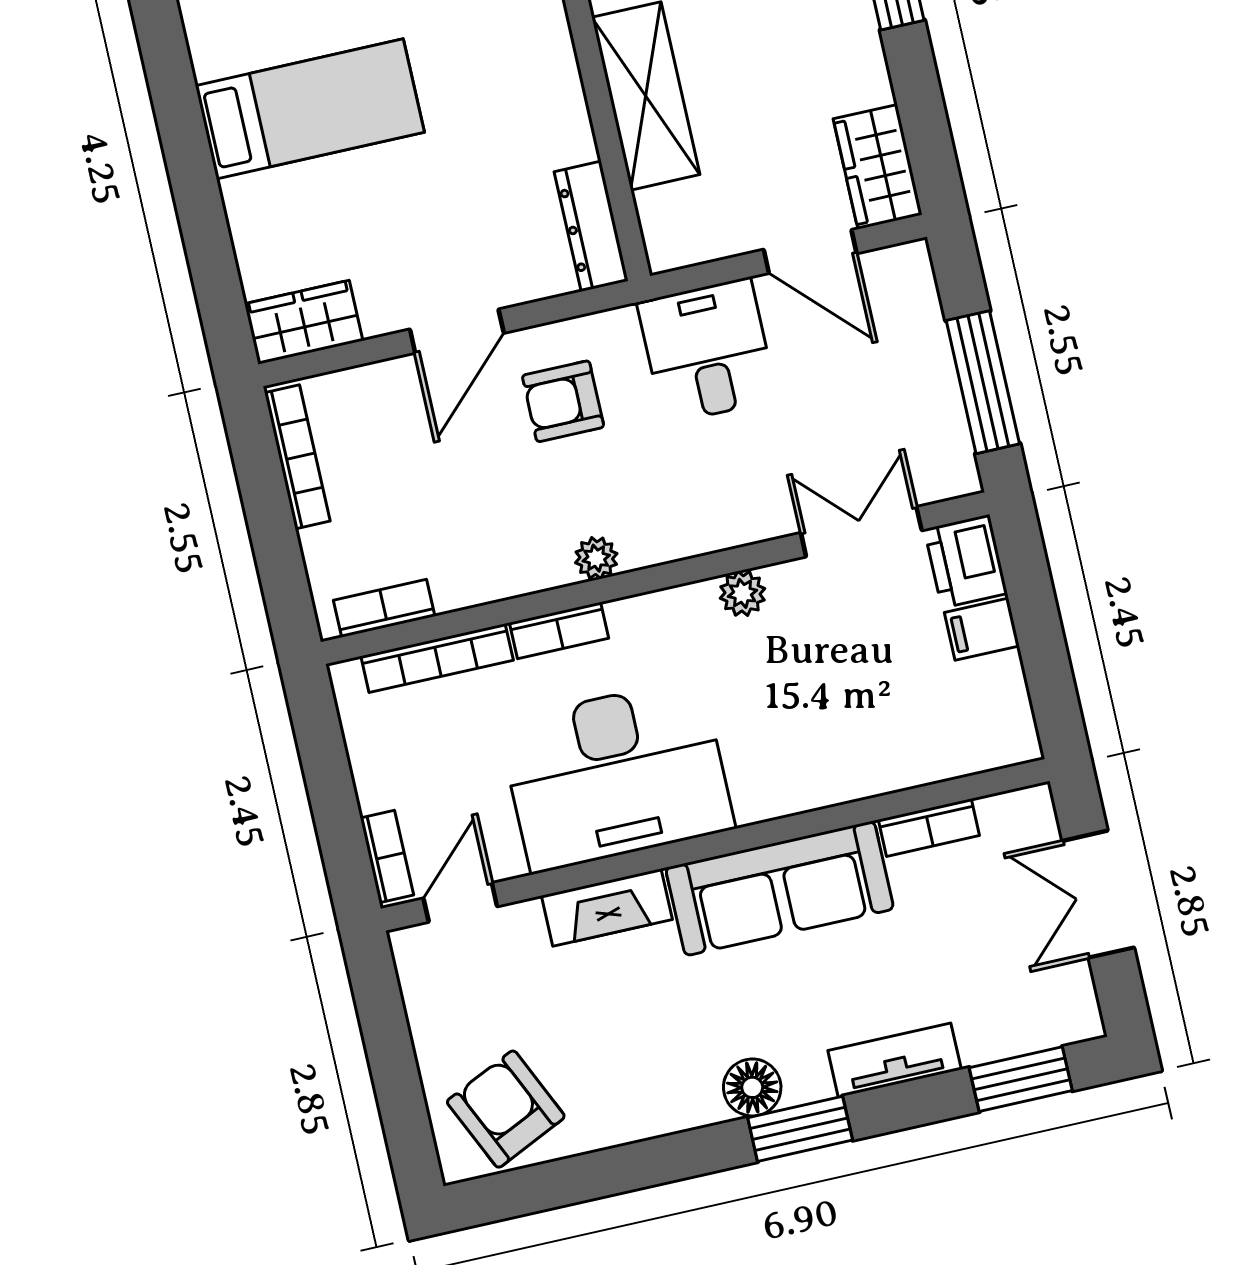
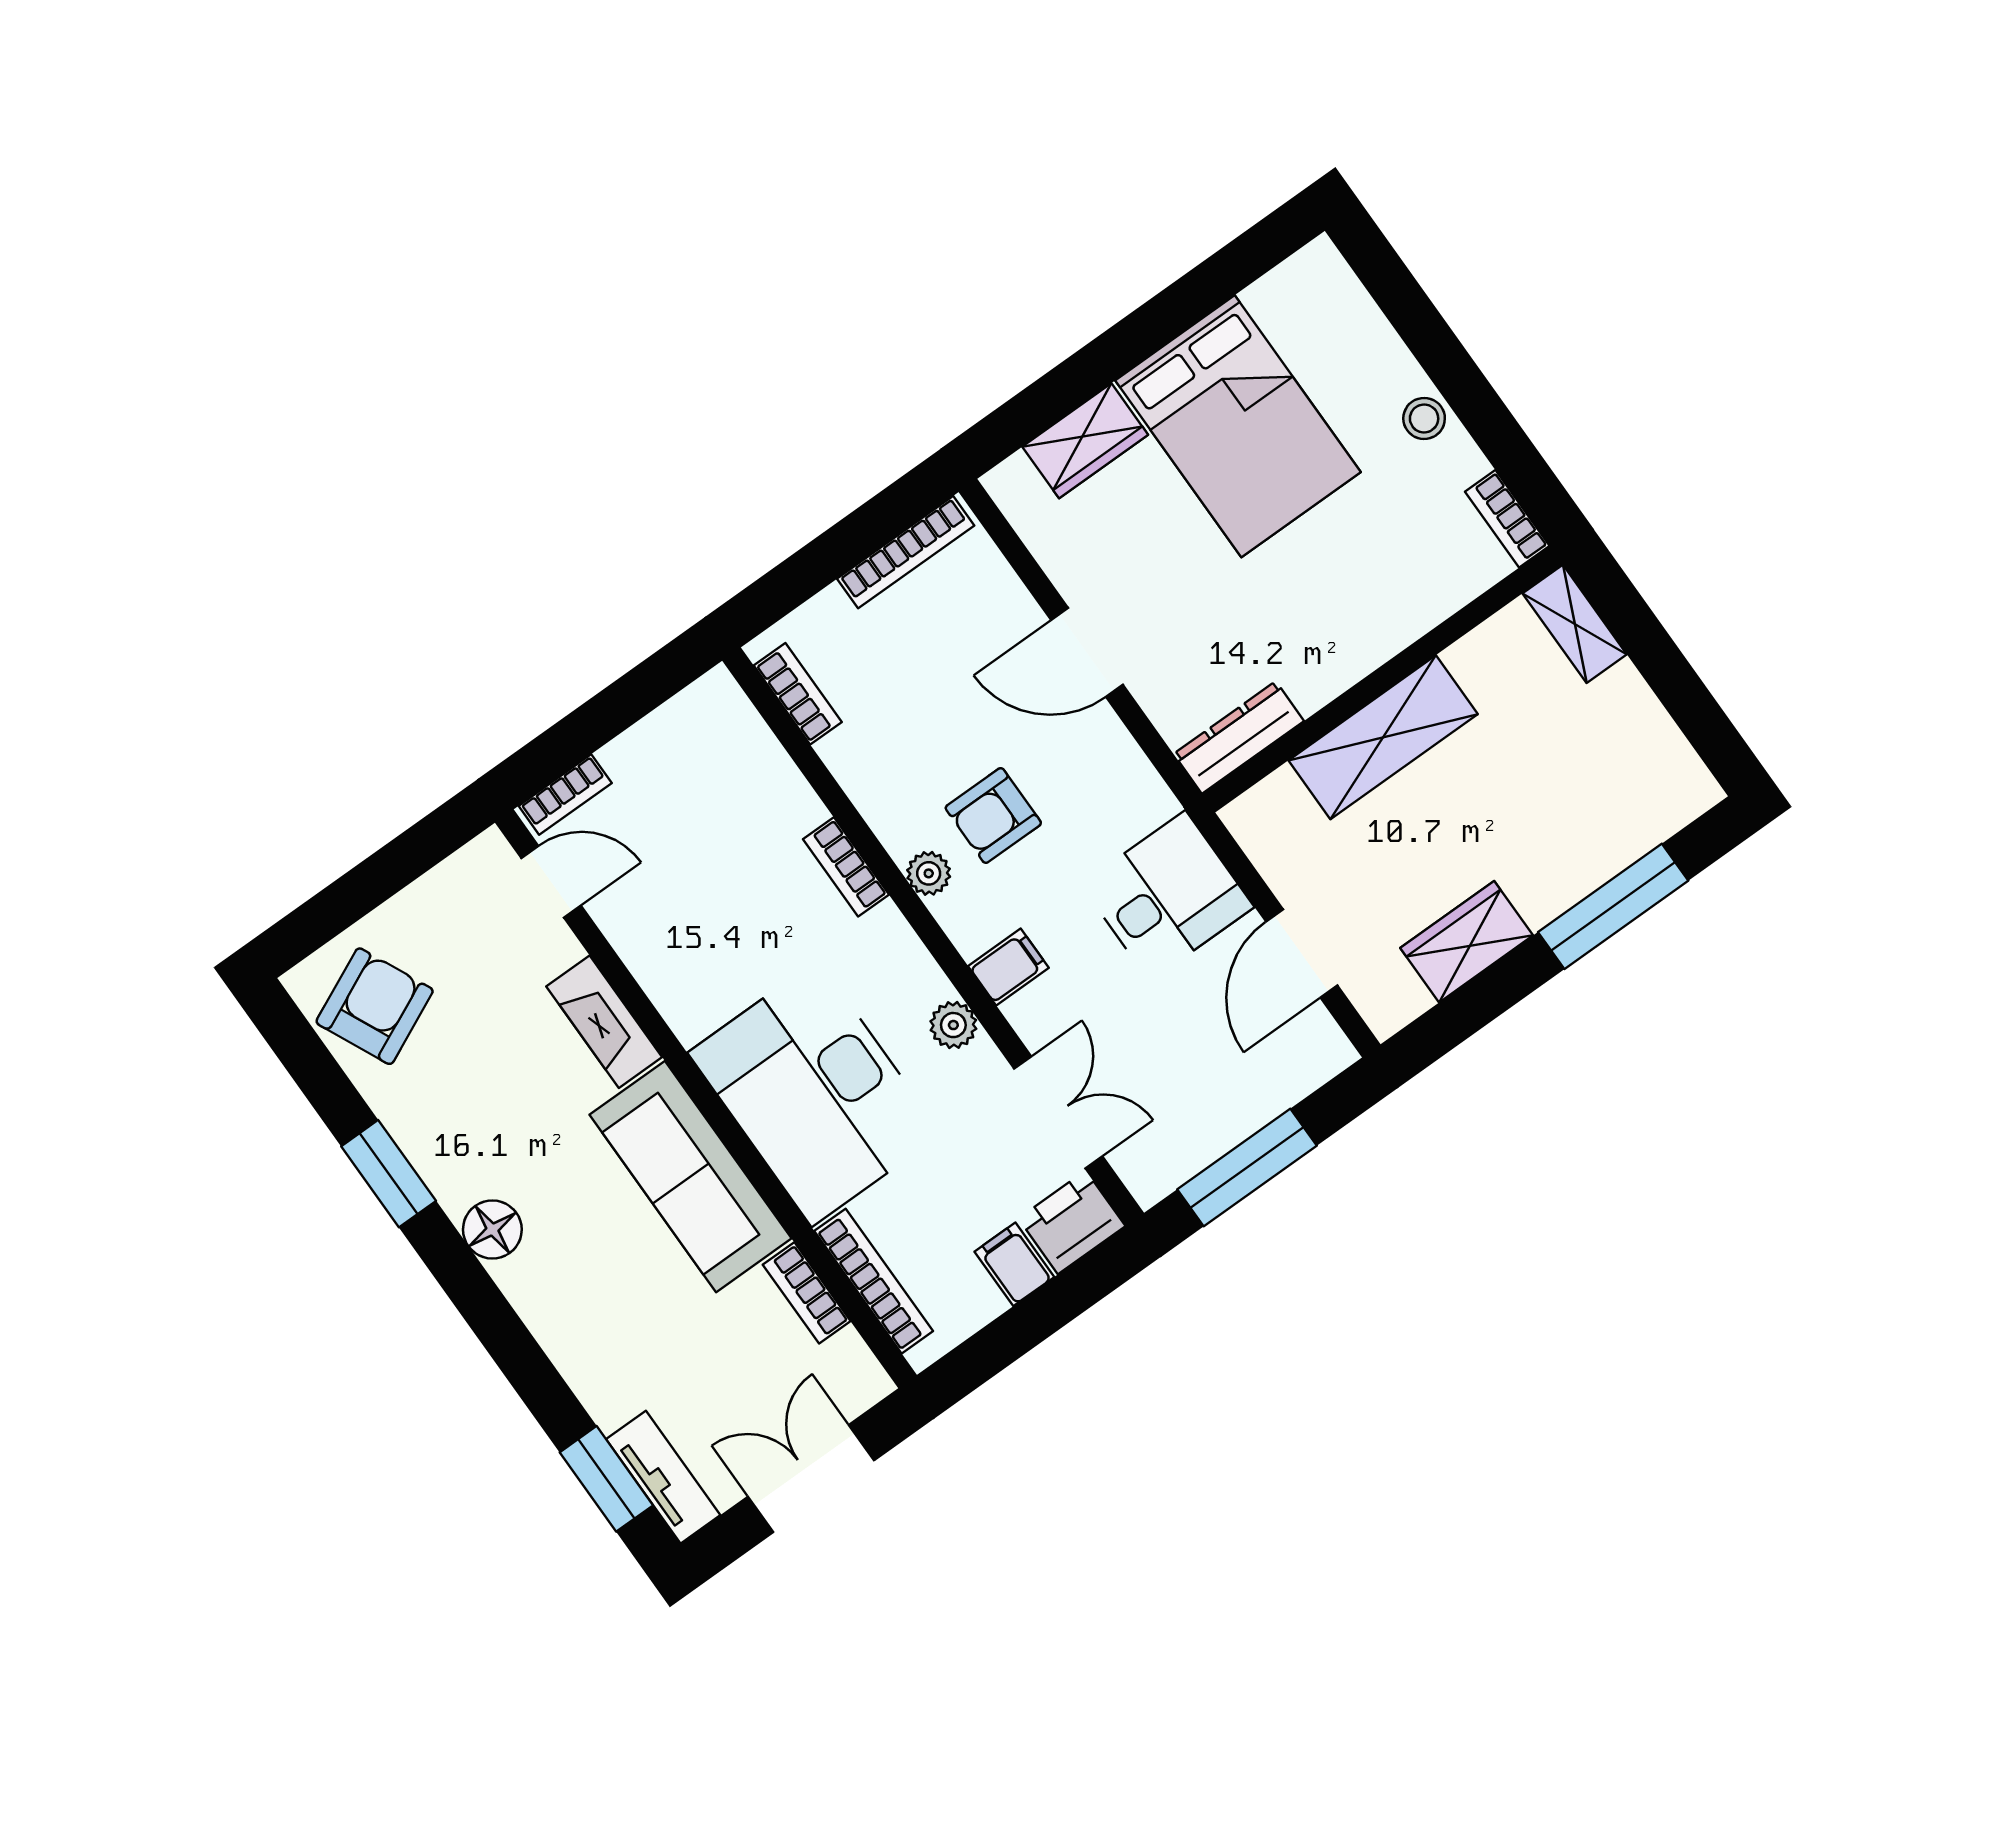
bed: (310, 109) -> (1238, 426), width x1.50
wardrobe: (878, 167) -> (1467, 942), moved
wardrobe: (304, 322) -> (1085, 441), moved, turned 90
armchair: (563, 401) -> (993, 815), moved, turned -90
filing cabinet: (711, 522) -> (1008, 967), added
bookcase: (437, 658) -> (874, 1281), moved, turned 180
desk: (616, 775) -> (815, 1093), moved
tv unit: (895, 1060) -> (663, 1477), moved
window: (800, 1129) -> (389, 1174), moved

